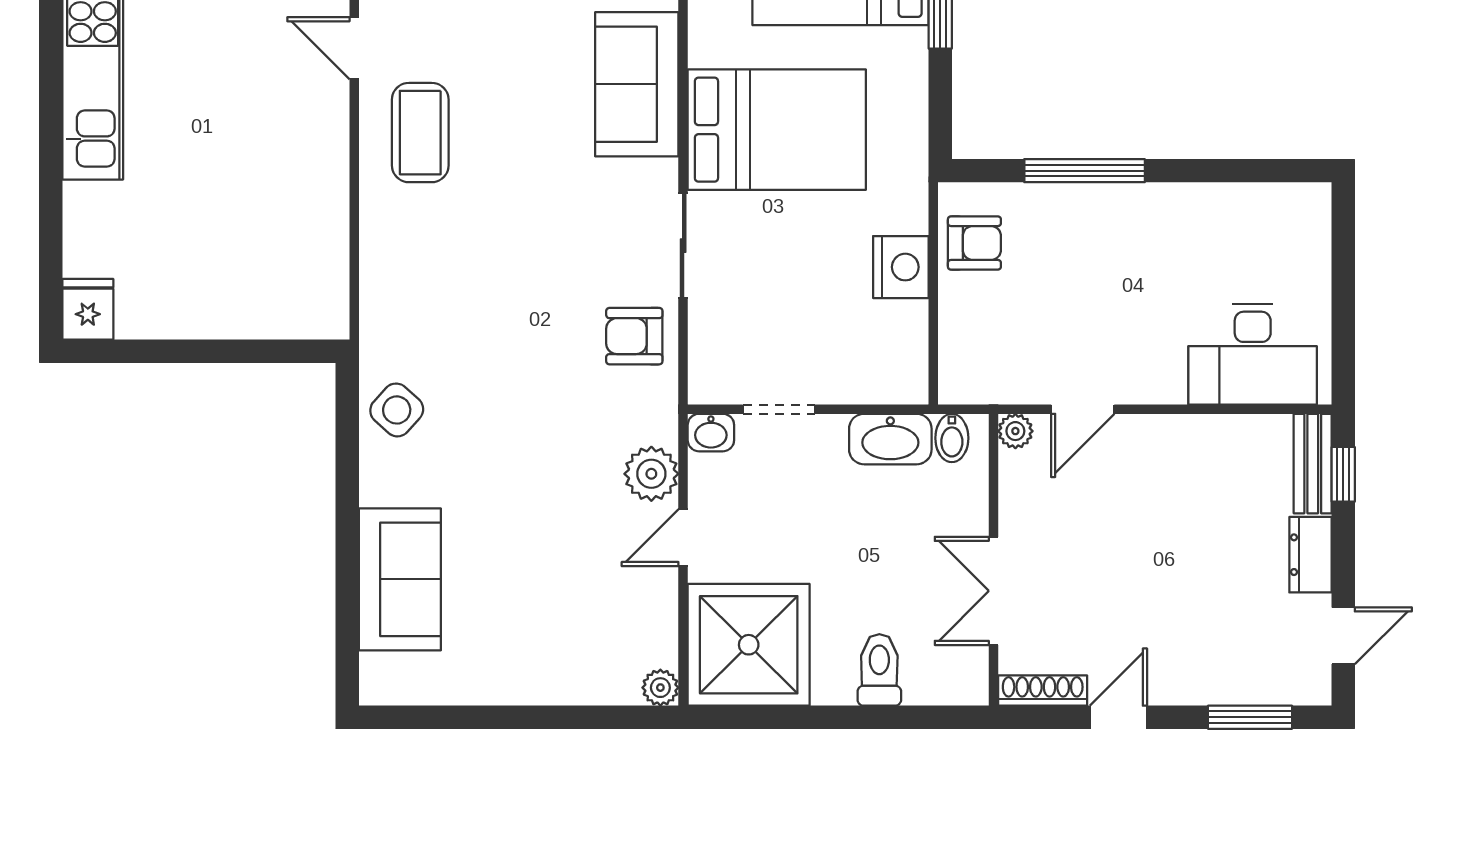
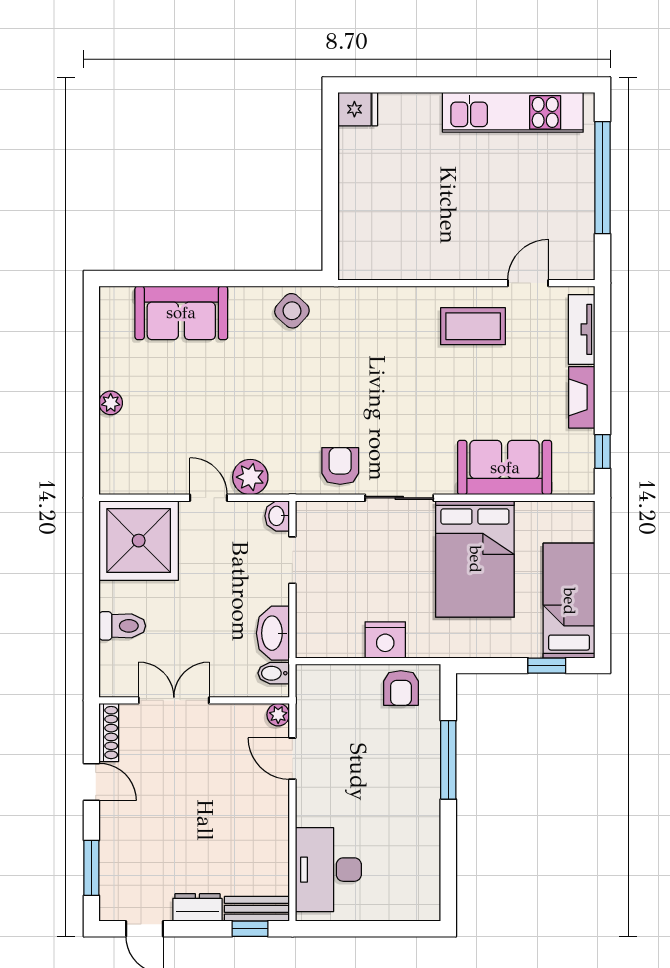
plant: (660, 688) -> (111, 403), moved

